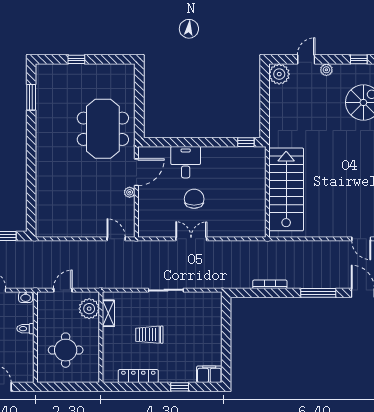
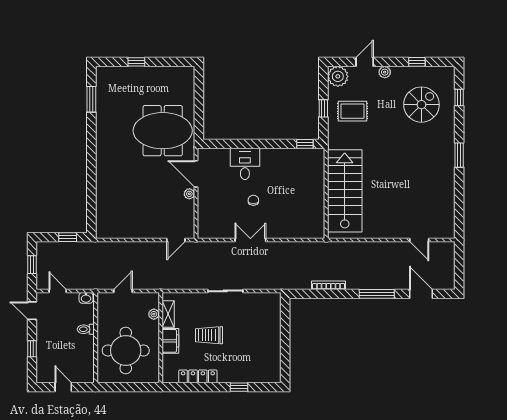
window: (265, 106) -> (323, 108), added
rug: (294, 109) -> (352, 111), added
meeting table: (103, 129) -> (163, 131), turned 90
door: (136, 172) -> (196, 174), swing flipped
chair: (194, 199) -> (253, 200), width x0.54, depth x0.54
door: (116, 239) -> (176, 240), swing flipped
plant: (89, 309) -> (154, 314), width x0.53, depth x0.53
round table: (66, 350) -> (126, 350), width x1.36, depth x1.36
filing cabinet: (209, 374) -> (170, 341), moved, turned 90

